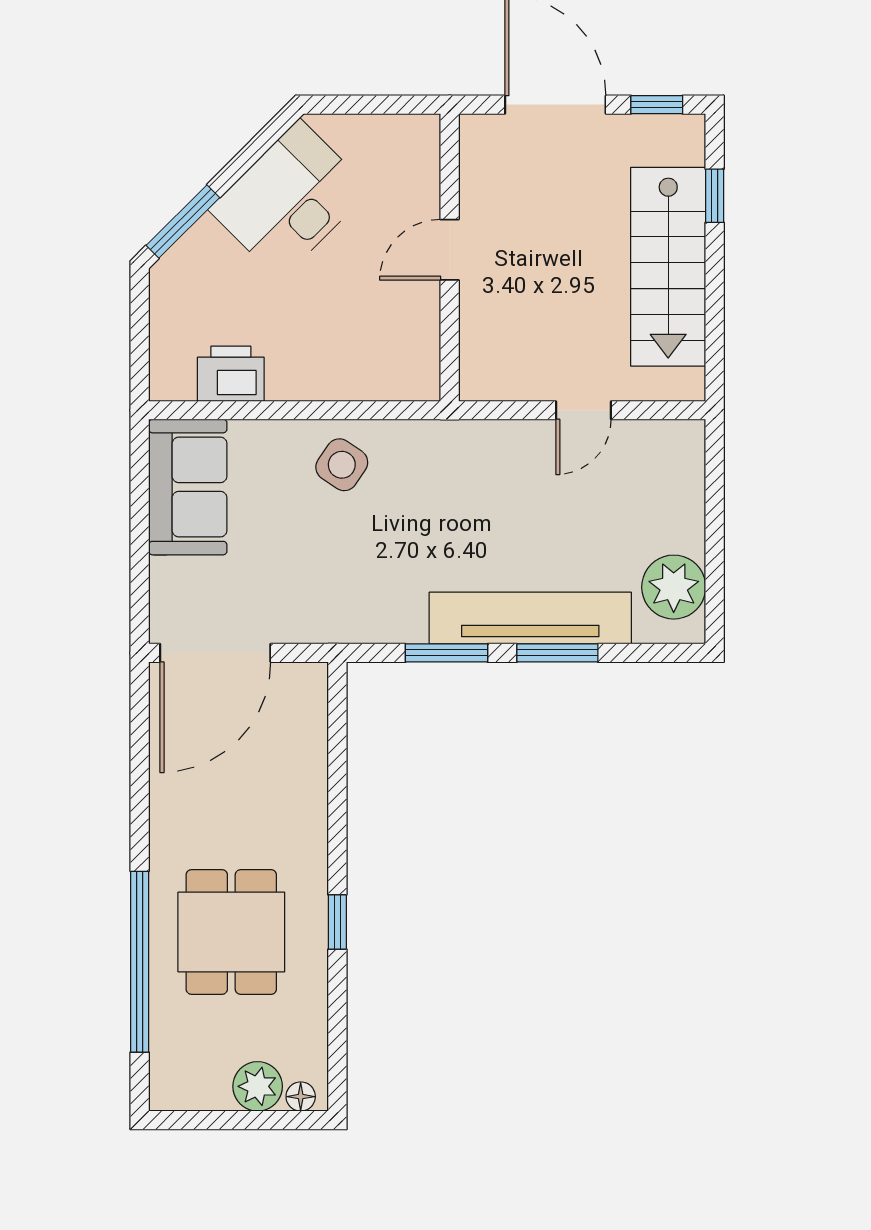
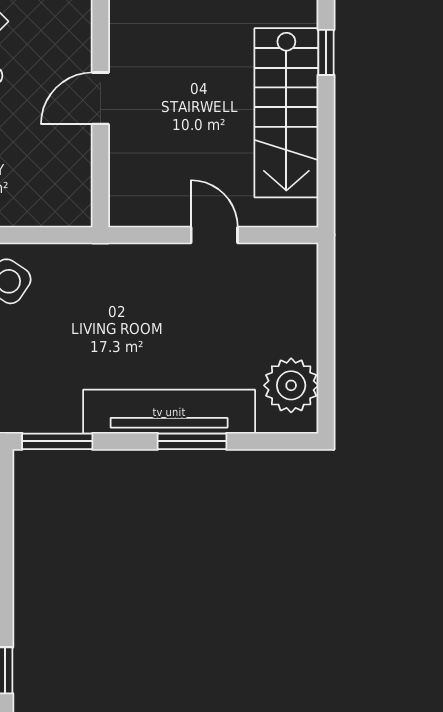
door: (583, 410) -> (214, 235), swing flipped
window: (447, 653) -> (57, 441), moved

